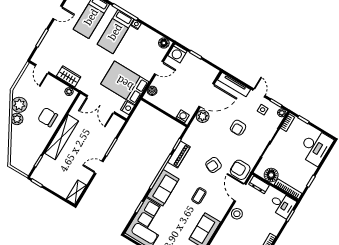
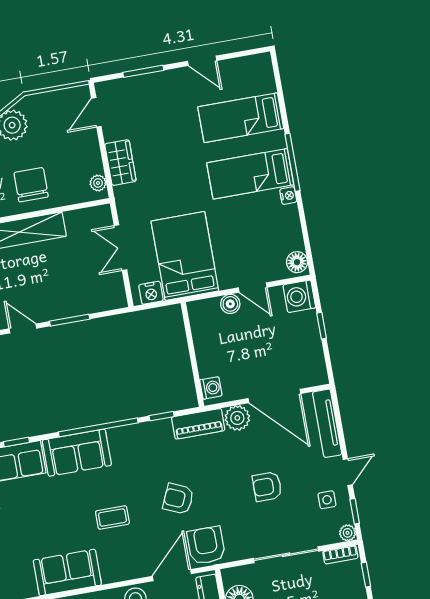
boiler: (152, 91) -> (230, 304), moved
double door: (101, 104) -> (120, 248), width x0.73
piano: (179, 154) -> (198, 424), moved

